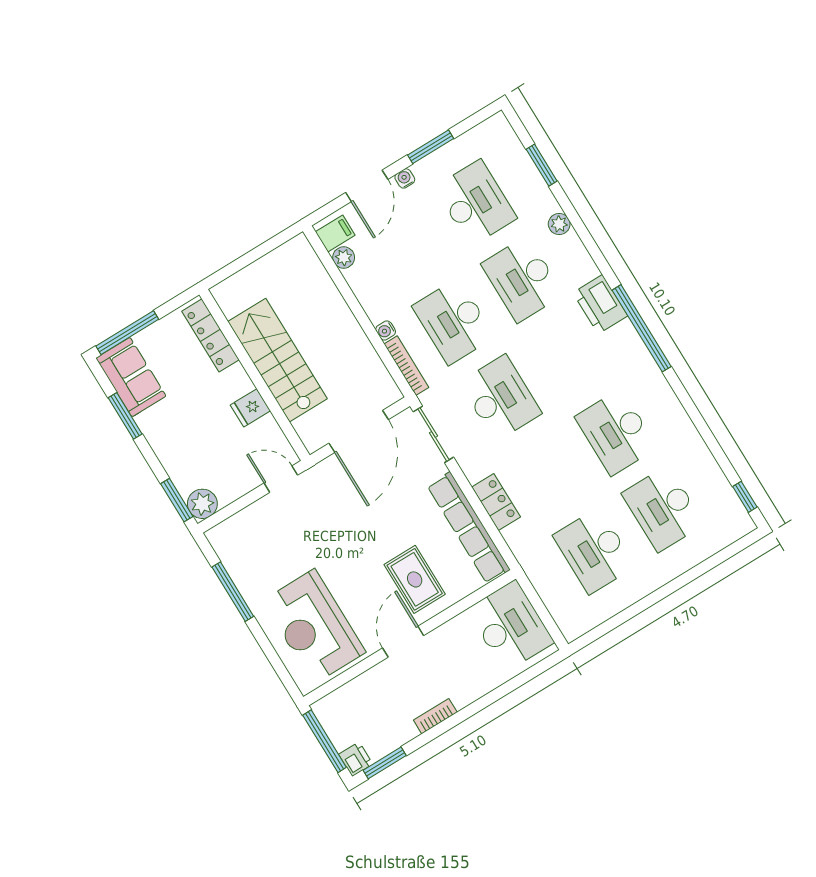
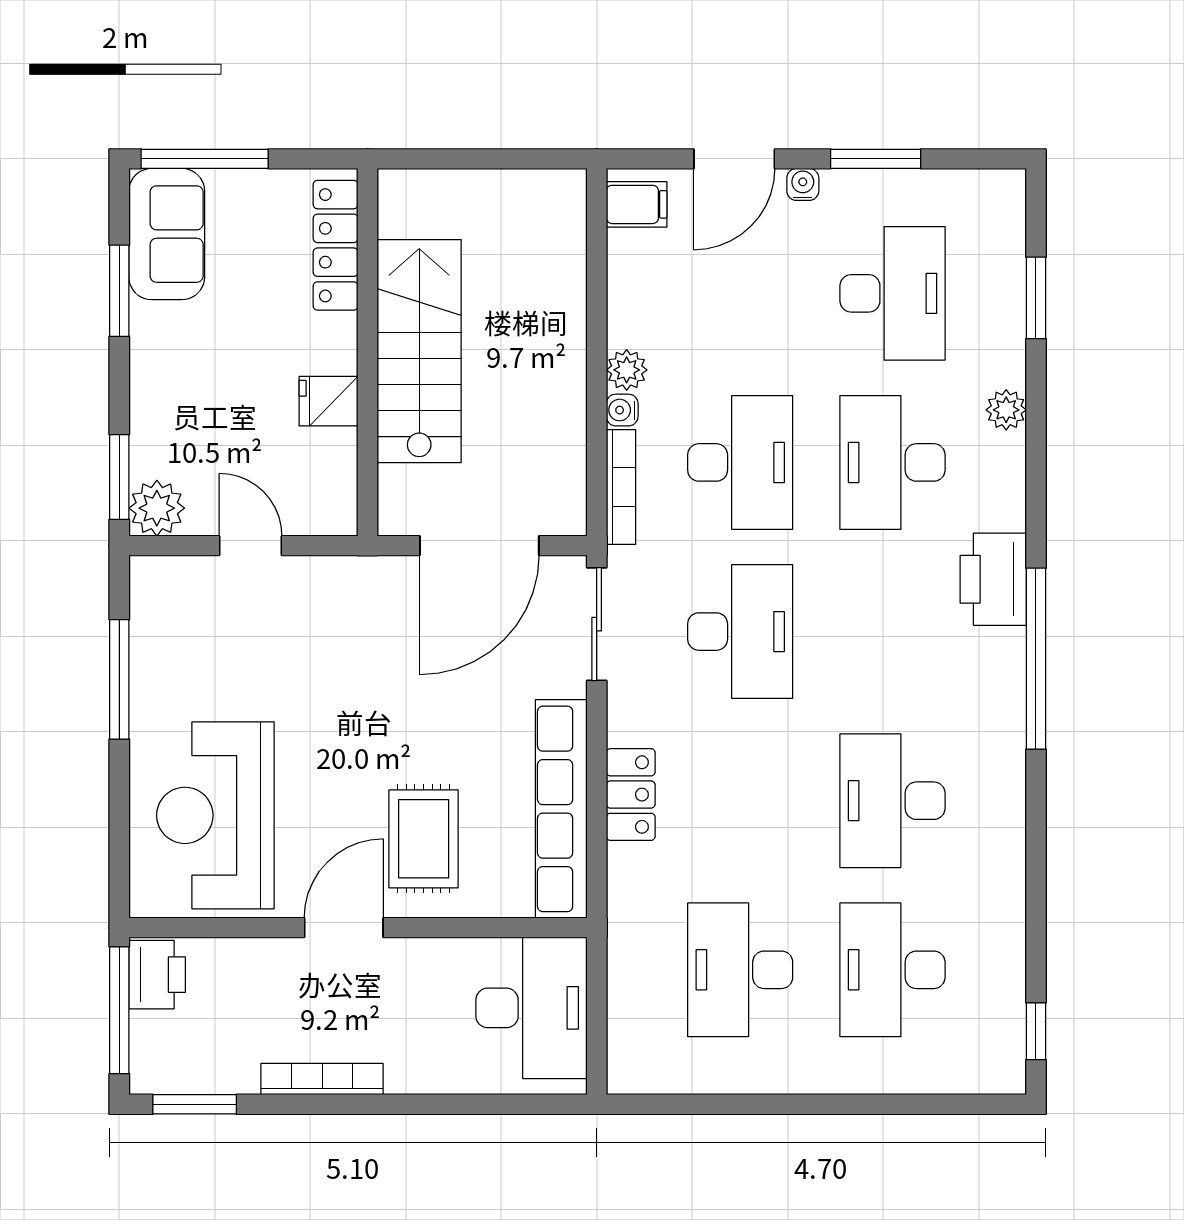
plant: (344, 258) -> (627, 370), moved
desk: (454, 322) -> (740, 462), turned 180
door: (281, 479) -> (251, 546), moved
bookcase: (435, 716) -> (322, 1079), width x1.56
printer: (356, 759) -> (157, 975), moved, width x1.36, depth x1.24

